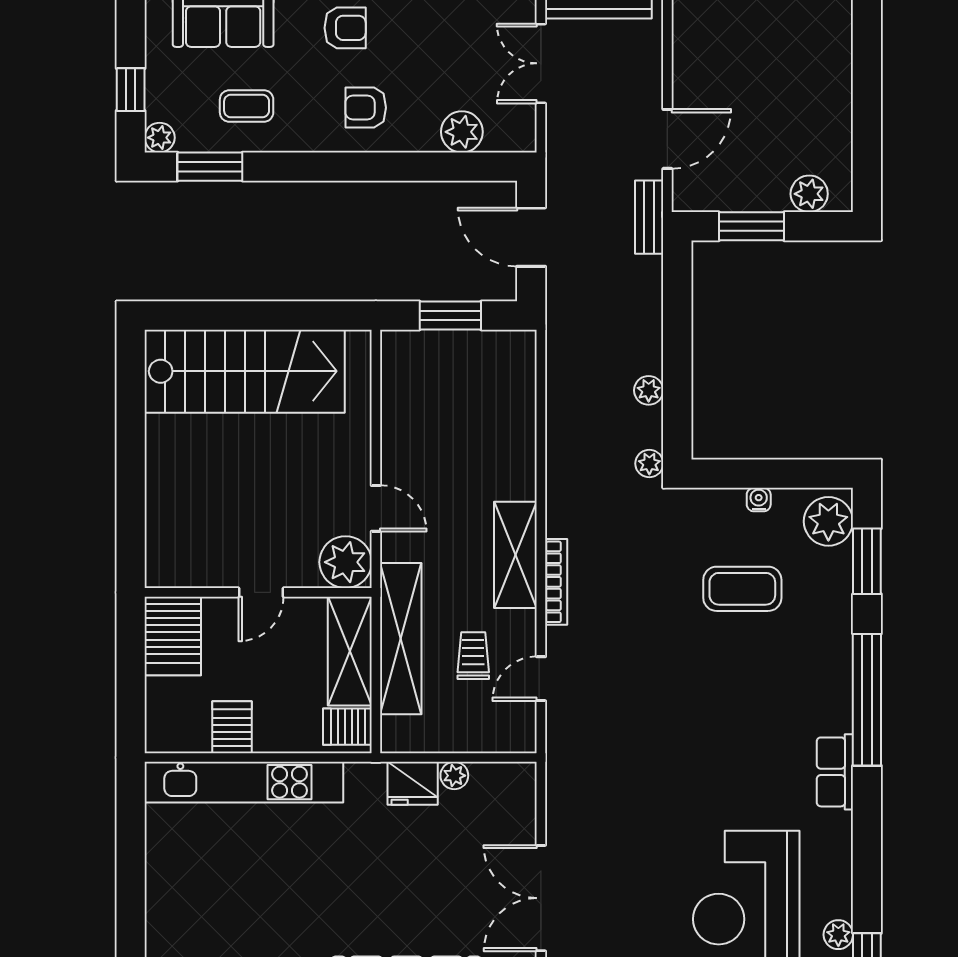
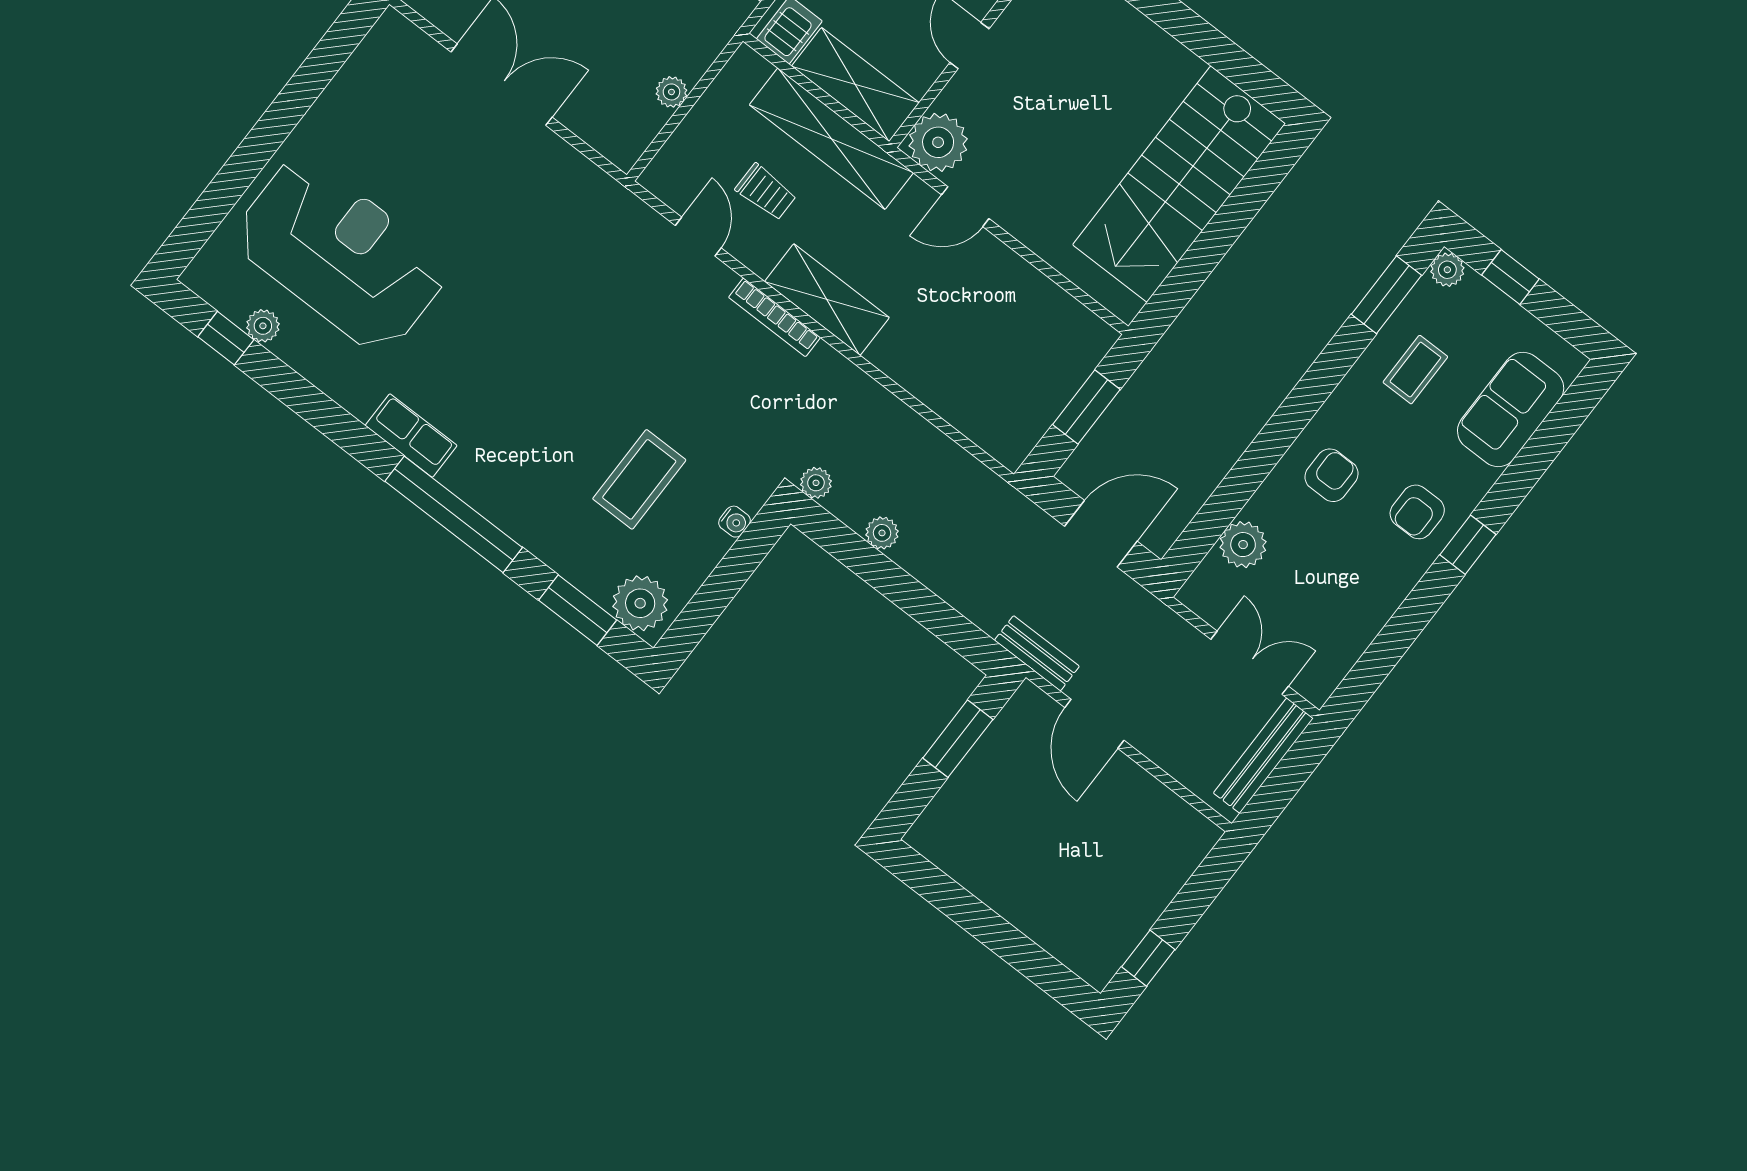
plant: (809, 194) -> (947, 813), removed
water cooler: (759, 500) -> (735, 522), moved
fridge: (413, 783) -> (693, 49), removed

